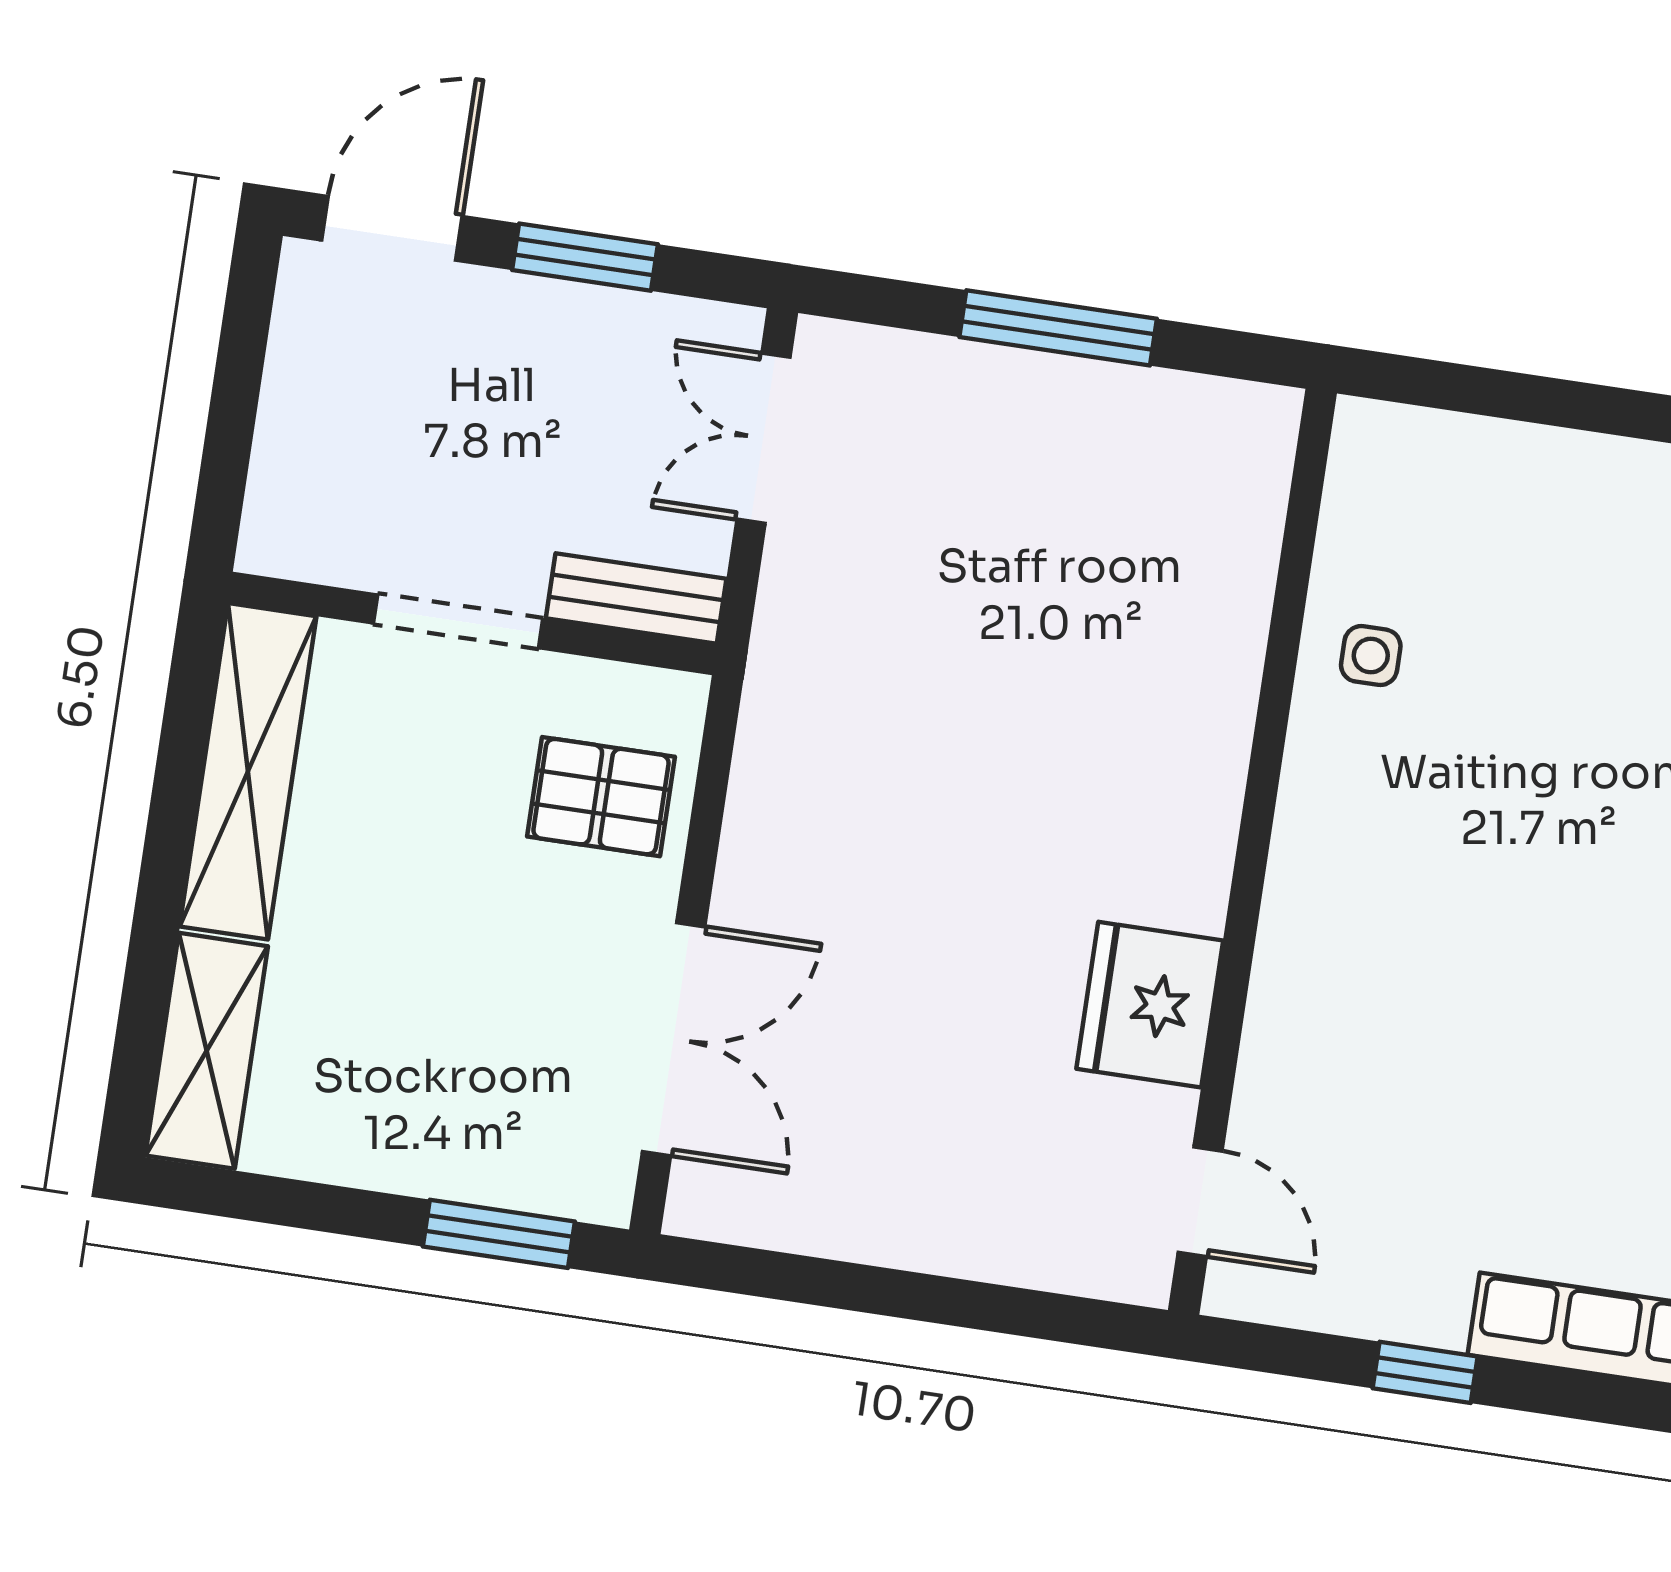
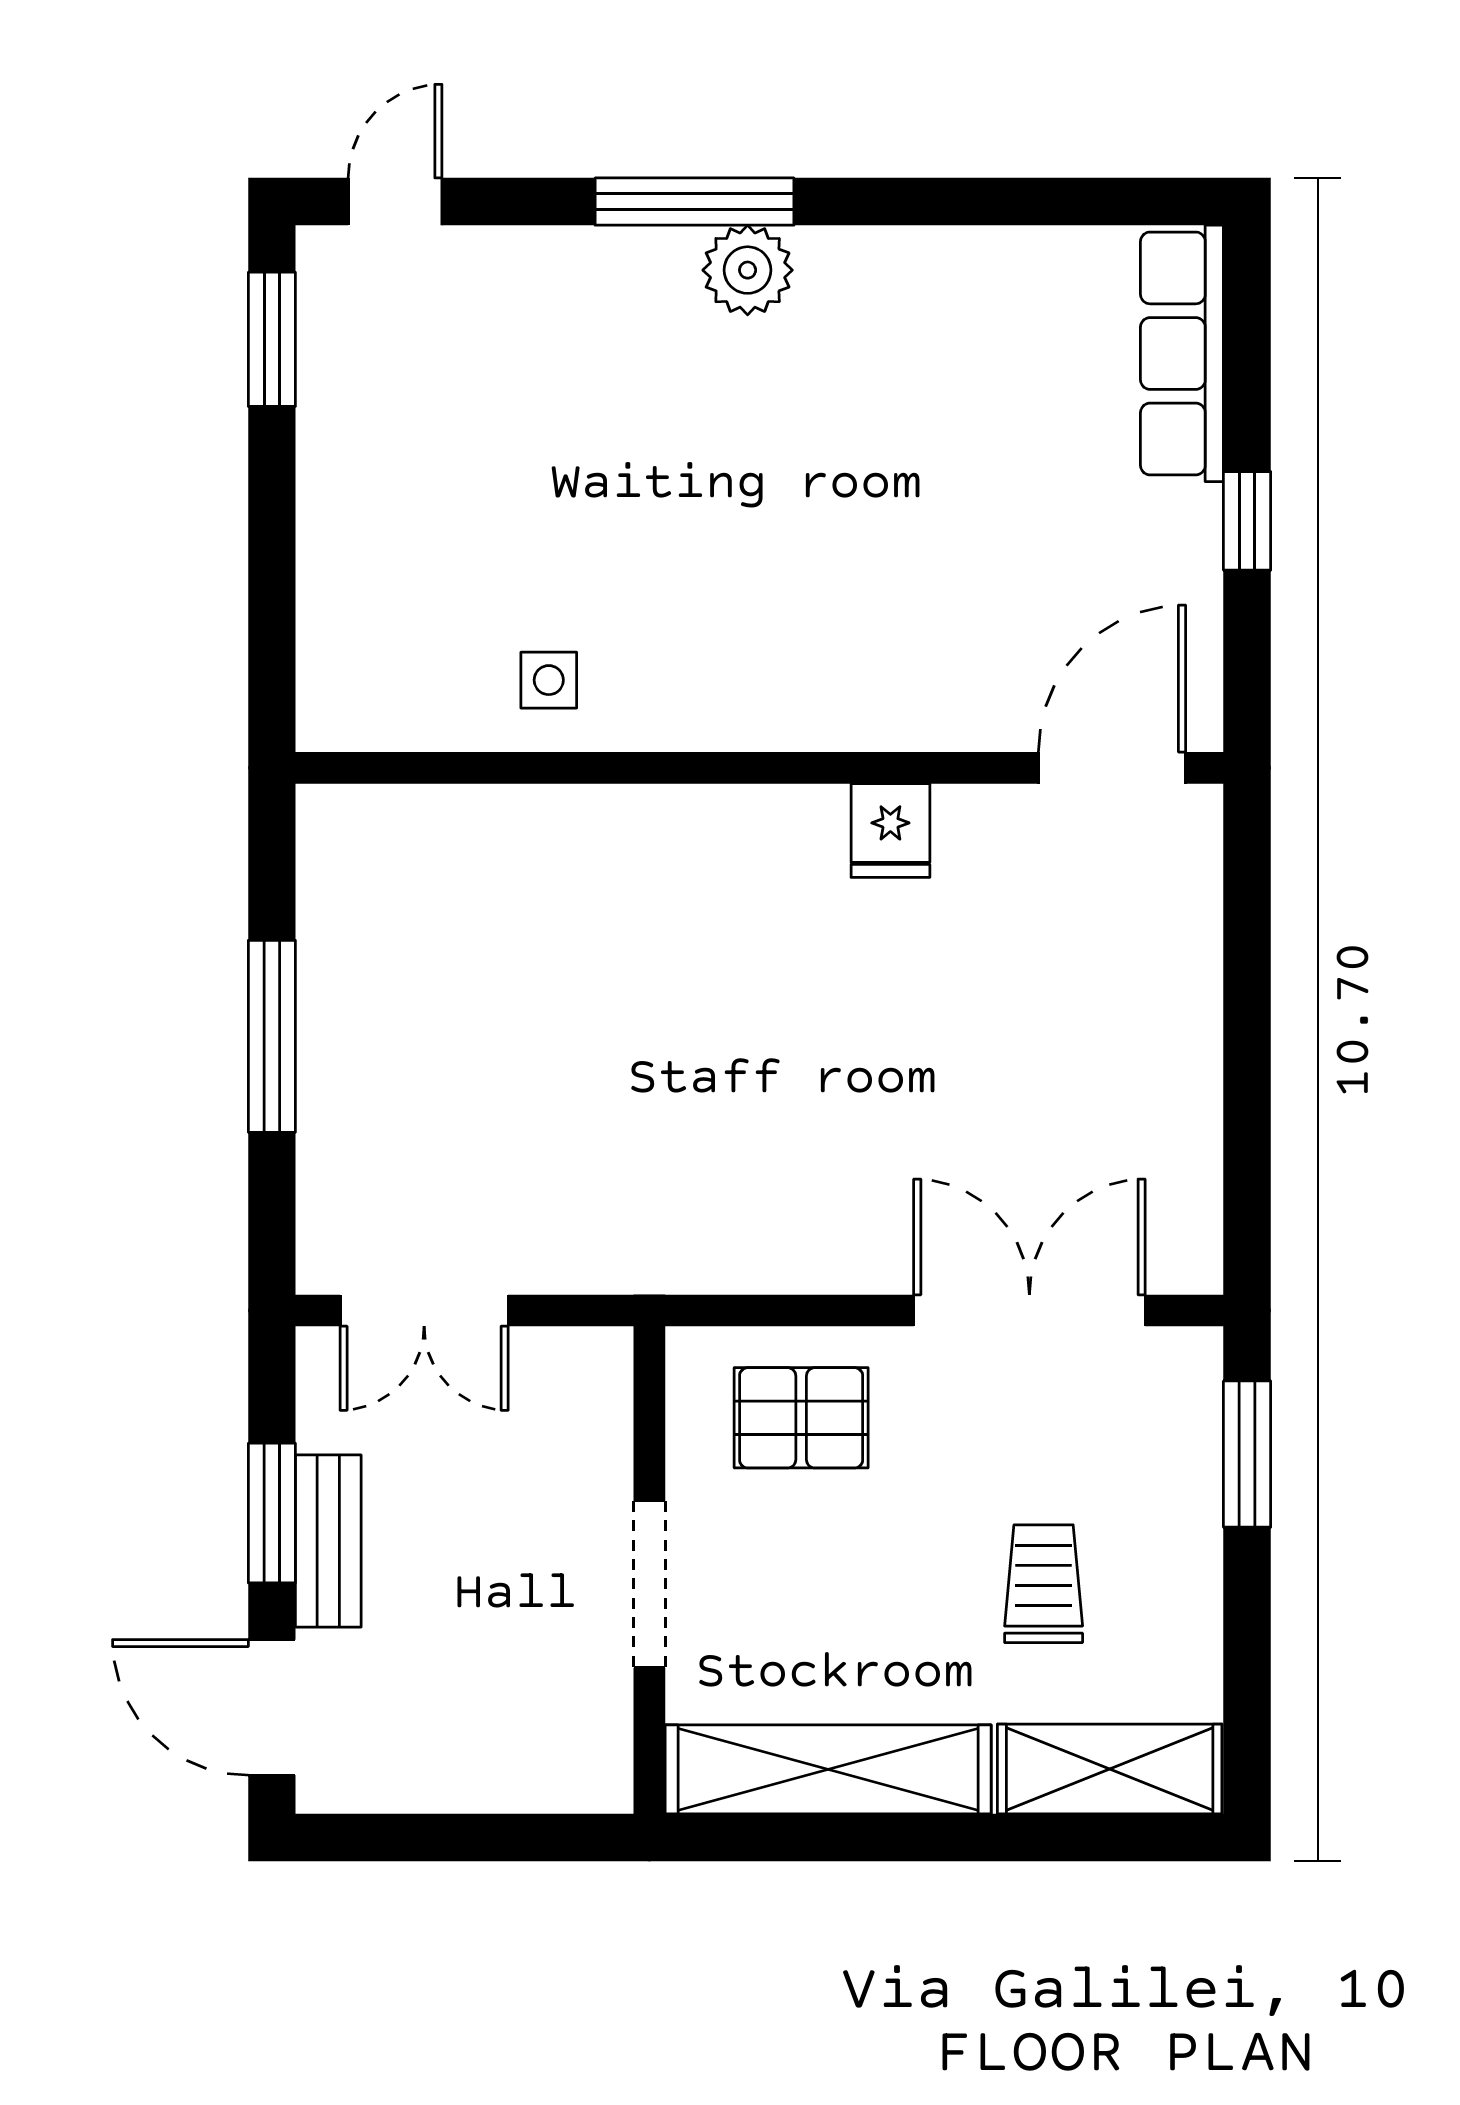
bench: (636, 599) -> (328, 1541), moved
pallet: (601, 797) -> (801, 1418), turned 90
fridge: (1150, 1005) -> (890, 830), width x0.53, depth x0.75
trolley: (400, 1013) -> (1044, 1584), added
door: (1200, 1202) -> (1112, 768), width x1.38

